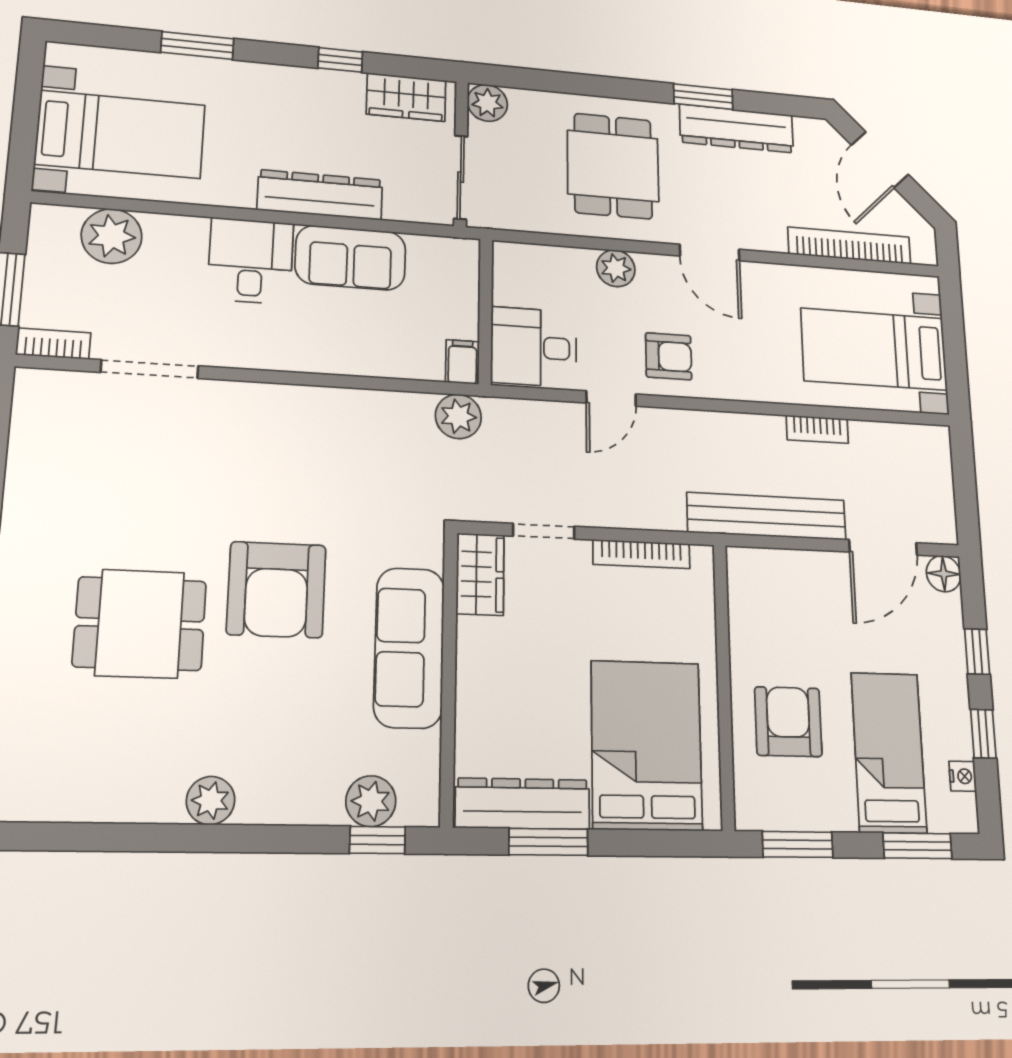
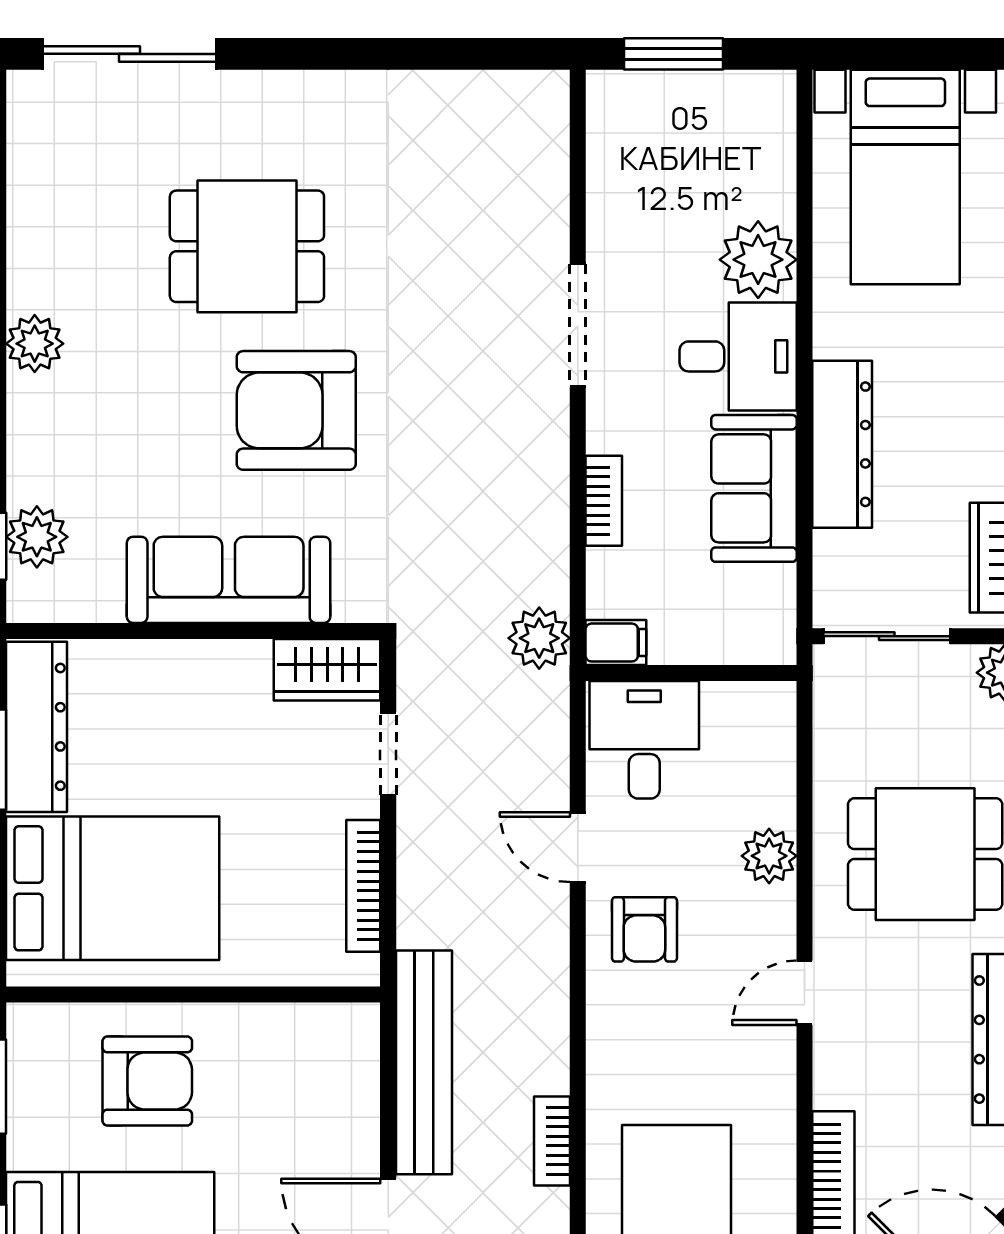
plant: (112, 236) -> (758, 260), moved
door: (710, 253) -> (804, 993), width x0.73
bookcase: (53, 344) -> (604, 501), moved
doorway: (150, 369) -> (578, 325), moved
dining table: (140, 624) -> (247, 246), turned 90

